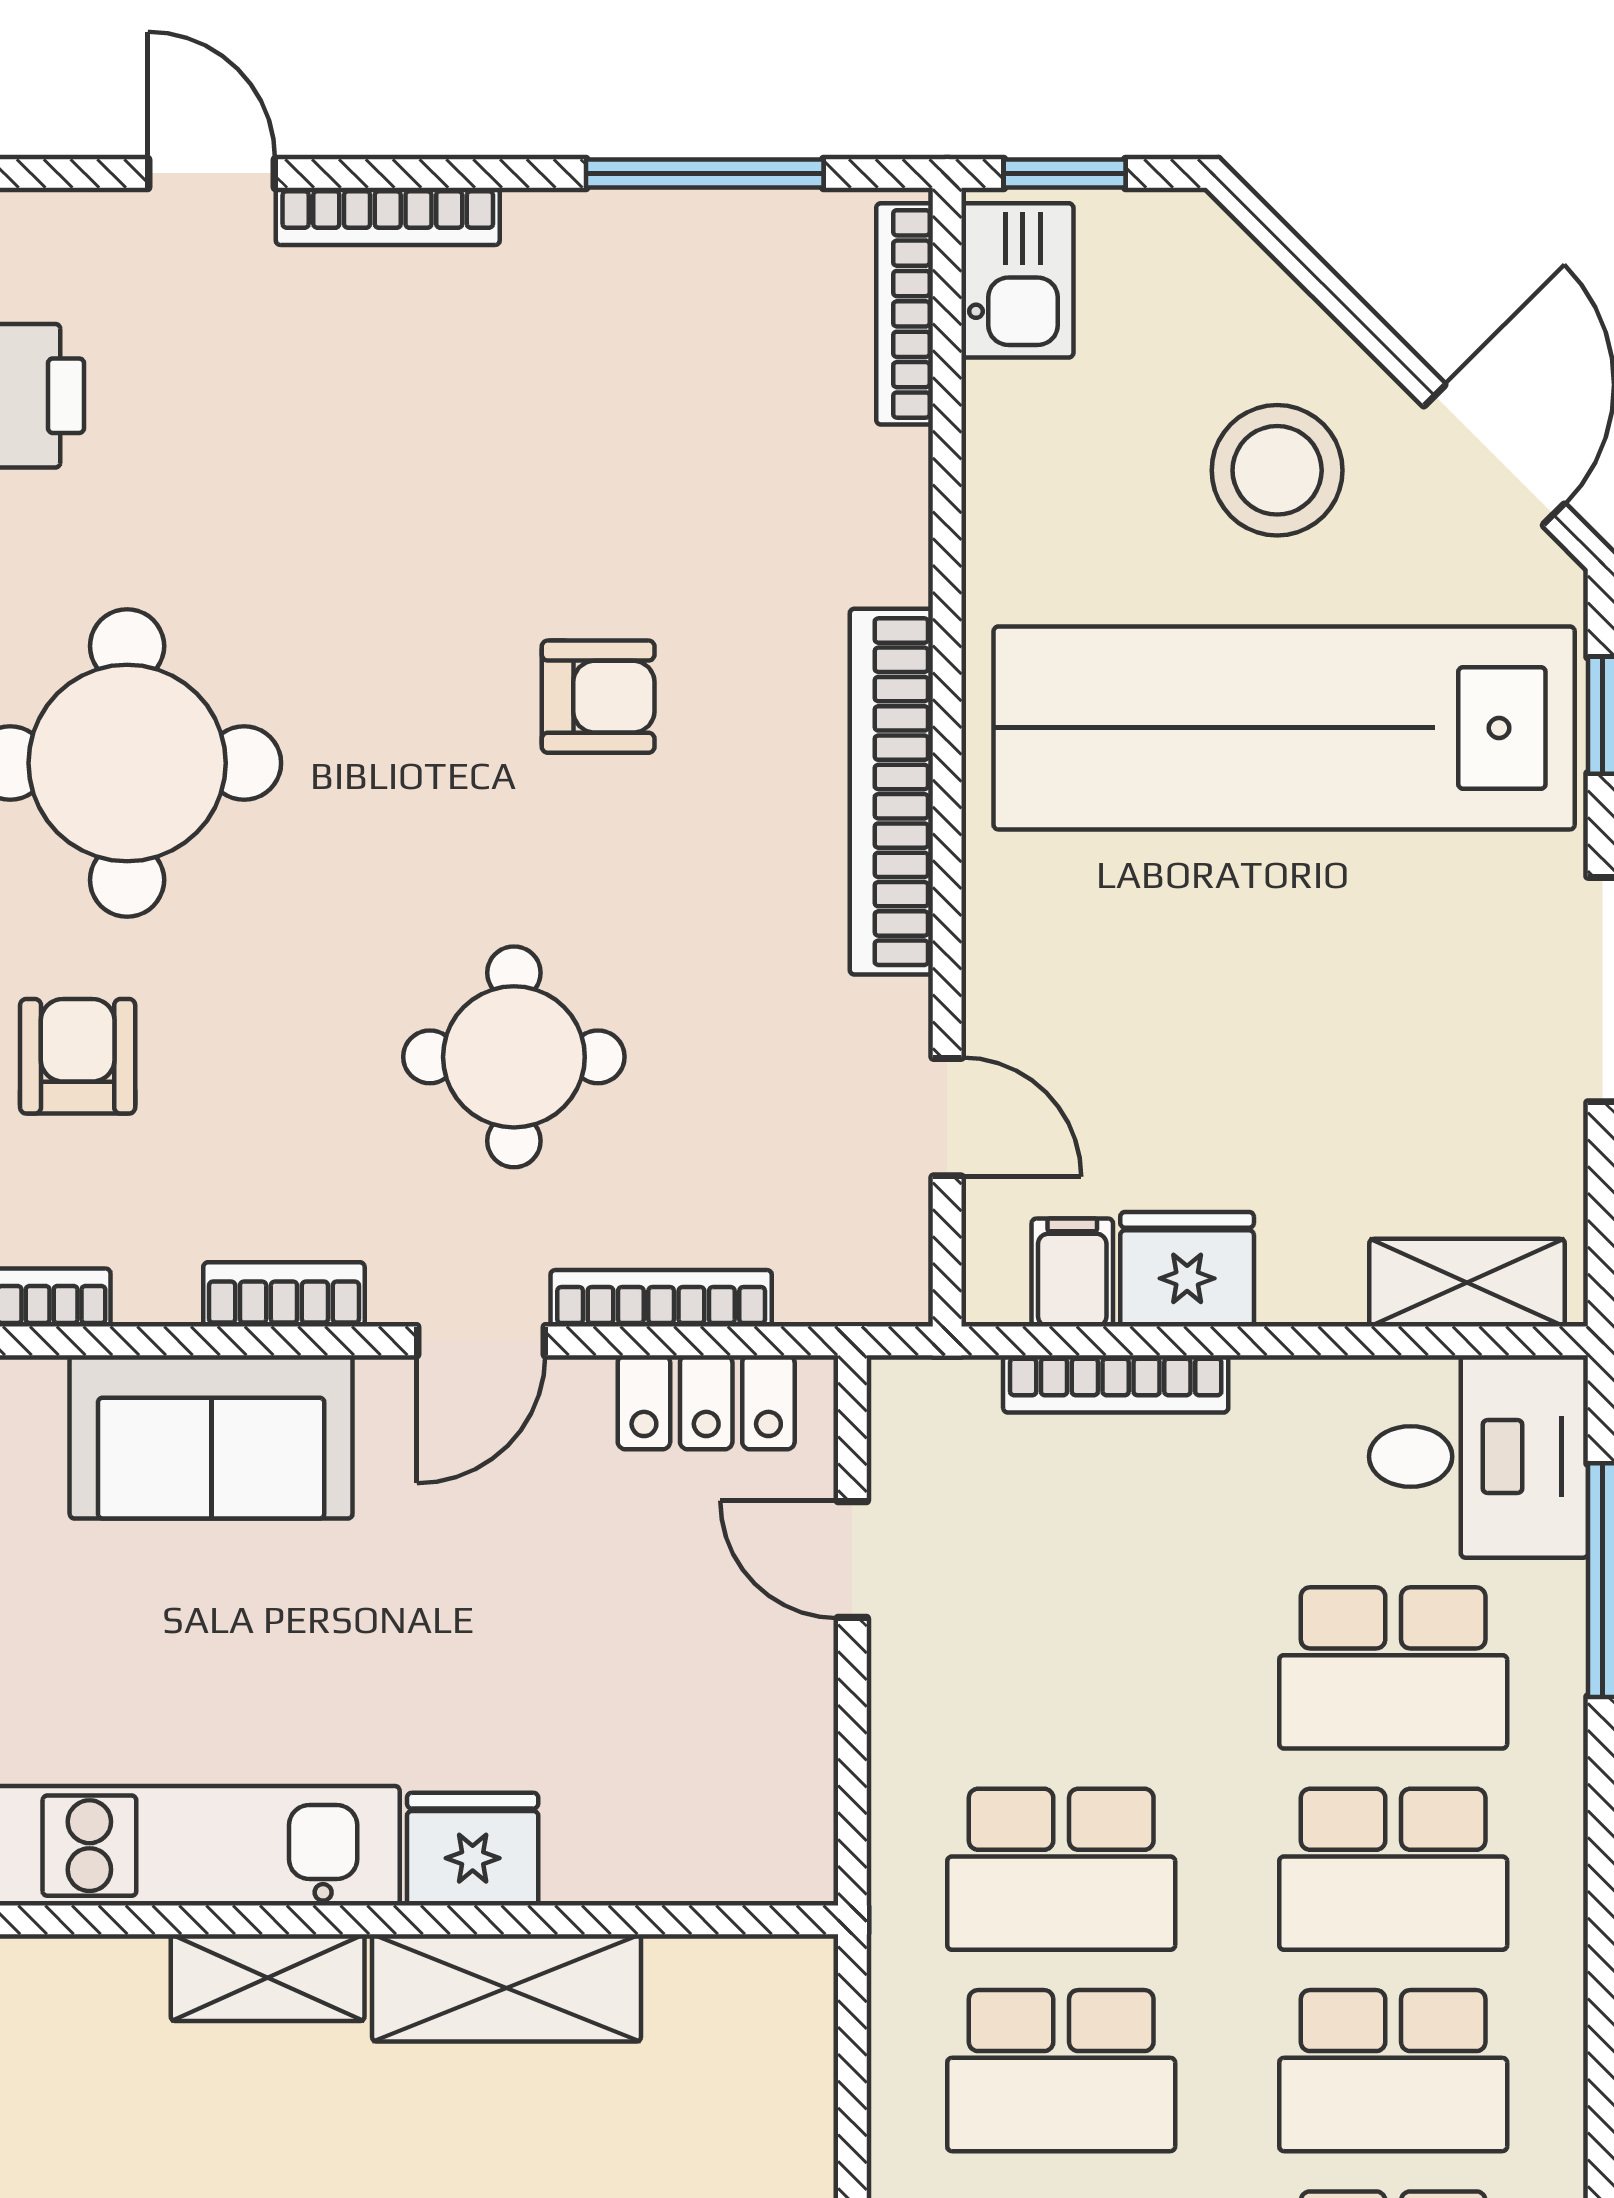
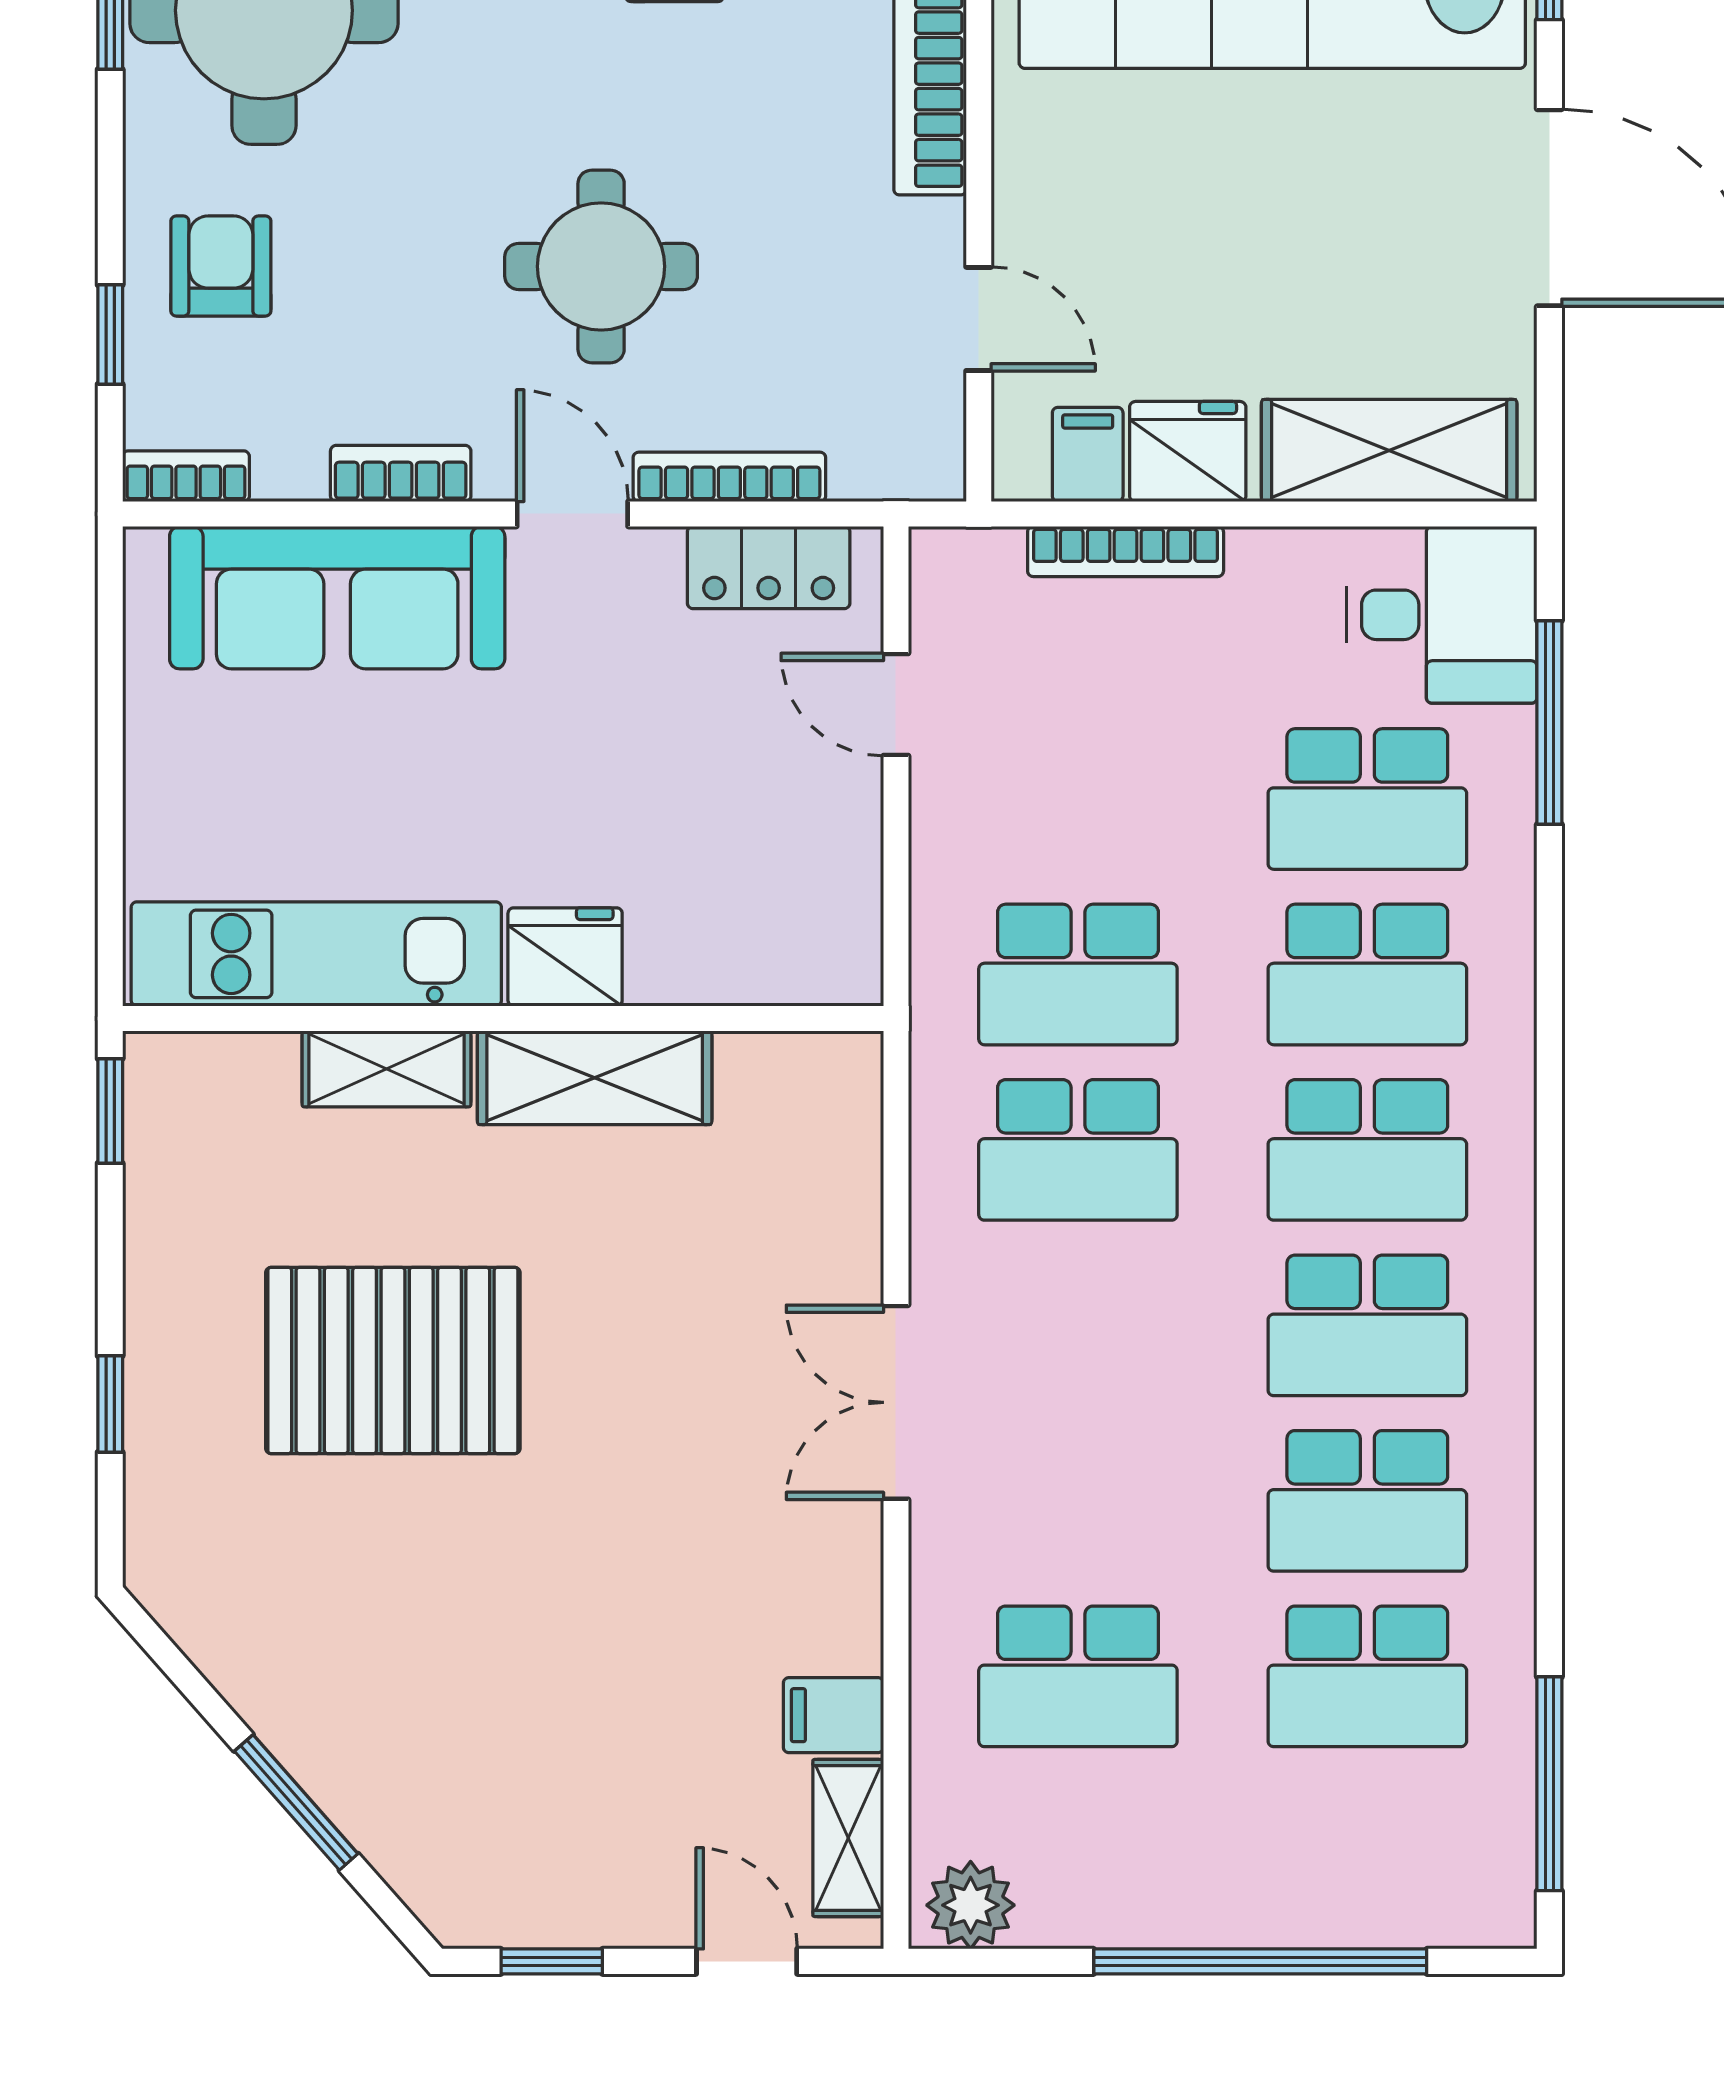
shelving: (1467, 1283) -> (1389, 450), width x1.50, depth x1.33
door: (481, 1341) -> (572, 514), swing flipped
sofa: (211, 1437) -> (337, 598), width x1.36

